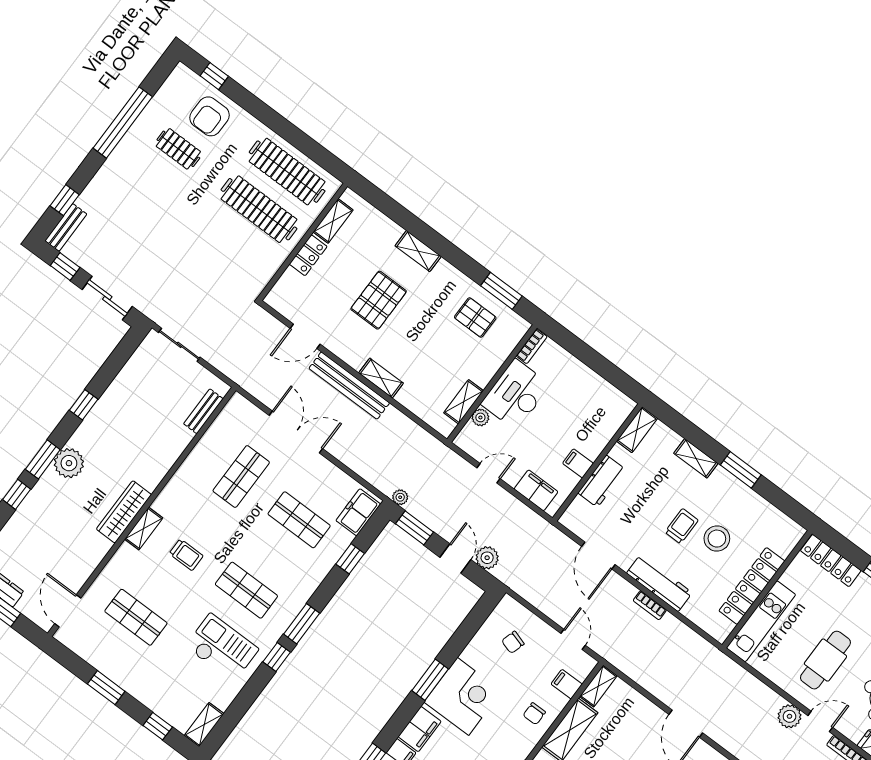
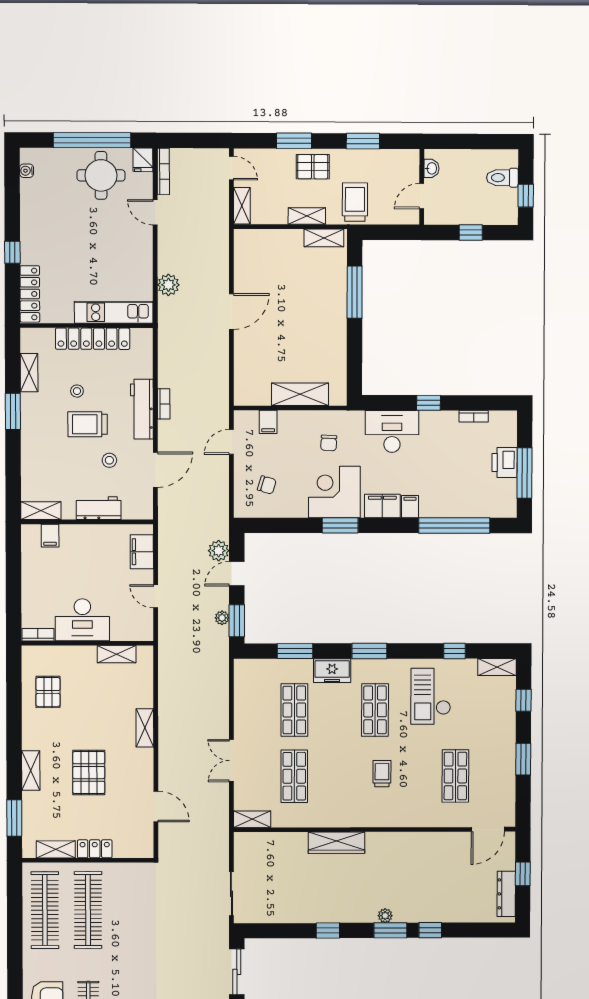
window: (501, 291) -> (14, 818), moved
pallet: (379, 300) -> (89, 773), turned 90
bench: (349, 386) -> (168, 747), removed
bench: (203, 411) -> (267, 840), removed
plant: (480, 417) -> (119, 633), removed
double door: (296, 432) -> (231, 761), width x0.73
shelving: (696, 458) -> (29, 373), moved
plant: (69, 463) -> (385, 916), width x0.53, depth x0.53
filing cabinet: (578, 463) -> (50, 536), moved
shop shelf: (241, 476) -> (294, 776), turned 90
plant: (400, 497) -> (222, 618), moved
wardrobe: (124, 512) -> (337, 843), moved
freezer: (358, 512) -> (332, 671), moved
stool: (636, 522) -> (109, 460), added
trolley: (681, 526) -> (88, 424), width x1.36, depth x1.39
shelving: (144, 528) -> (252, 819), moved
stool: (717, 539) -> (77, 391), width x0.53, depth x0.53
window: (350, 559) -> (295, 651), width x1.50
window: (277, 657) -> (455, 651), moved
cafe table: (825, 660) -> (107, 243), removed
shelving: (598, 686) -> (252, 397), removed
chair: (534, 714) -> (329, 443), moved, turned 93
plant: (789, 716) -> (168, 285), moved

